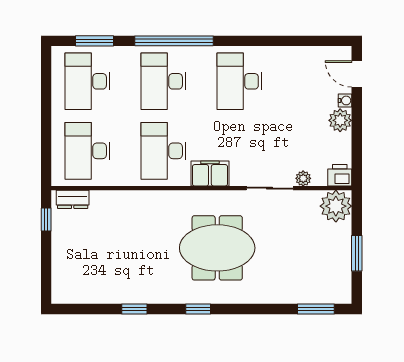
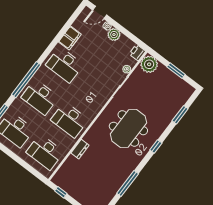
filing cabinet: (210, 173) -> (70, 38), moved, turned 180
dresser: (73, 199) -> (80, 149), moved
window: (134, 309) -> (128, 184), width x2.17
window: (198, 309) -> (156, 146), moved
window: (316, 309) -> (180, 115), moved

